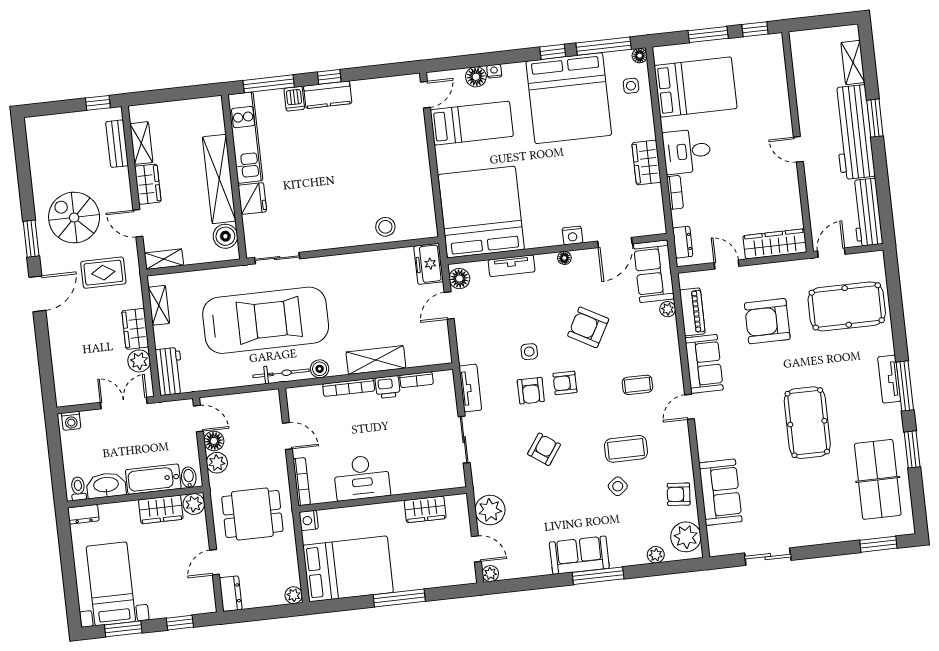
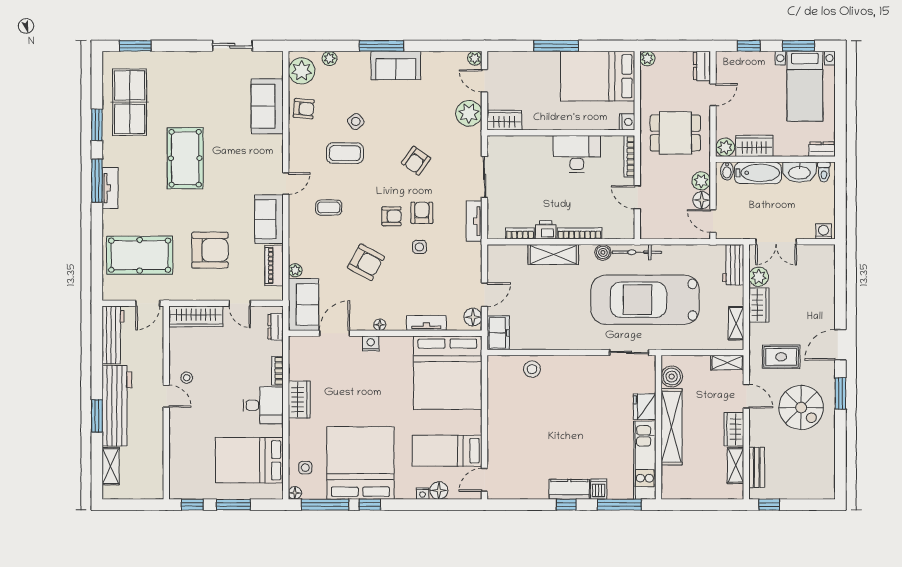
stool: (777, 173) -> (187, 378), added
wardrobe: (425, 509) -> (504, 120), moved

